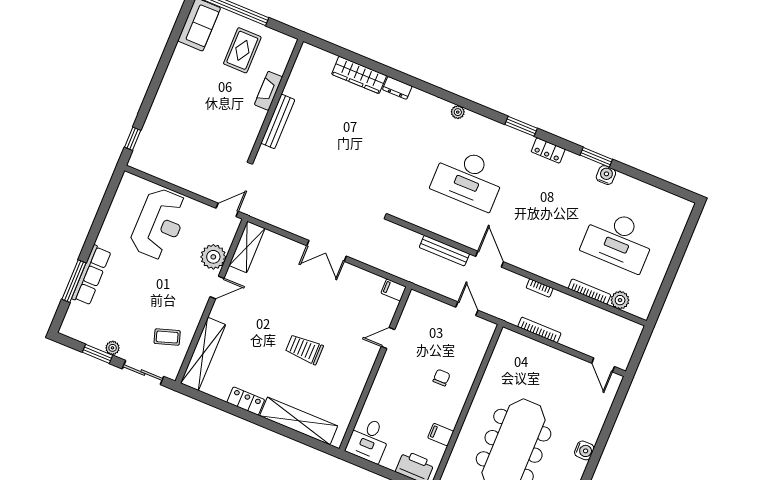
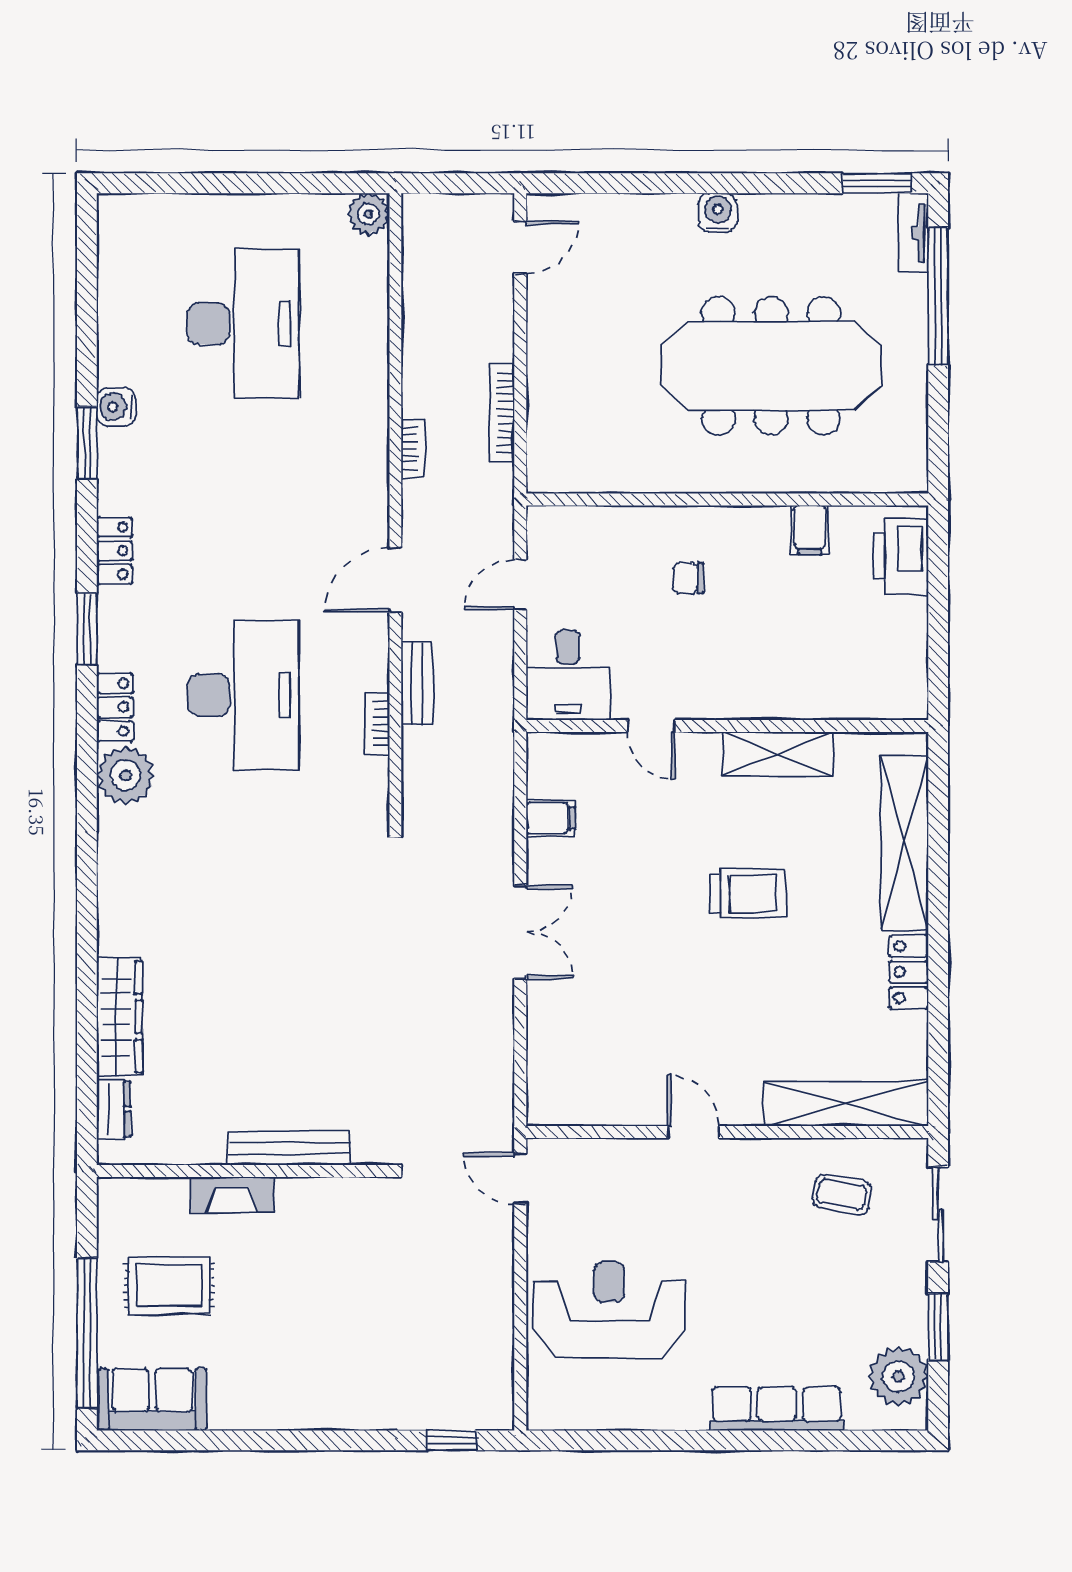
dresser: (397, 88) -> (114, 1109), moved
plant: (458, 112) -> (126, 775), width x1.88, depth x1.88
locker: (485, 125) -> (115, 707), added
shelving: (247, 247) -> (778, 754), moved
bench: (444, 251) -> (417, 683), width x0.73
plant: (213, 257) -> (632, 1167), removed
window: (74, 281) -> (805, 1440), removed
filing cabinet: (394, 290) -> (550, 818), moved, turned -90
bookcase: (589, 292) -> (377, 724), moved, width x0.64
plant: (620, 300) -> (369, 214), moved
coffee table: (167, 337) -> (842, 1194), turned -62
plant: (113, 348) -> (898, 1376), moved, width x1.88, depth x1.88
trolley: (304, 349) -> (748, 893), turned -90
desk: (369, 440) -> (568, 675), moved, turned 90

